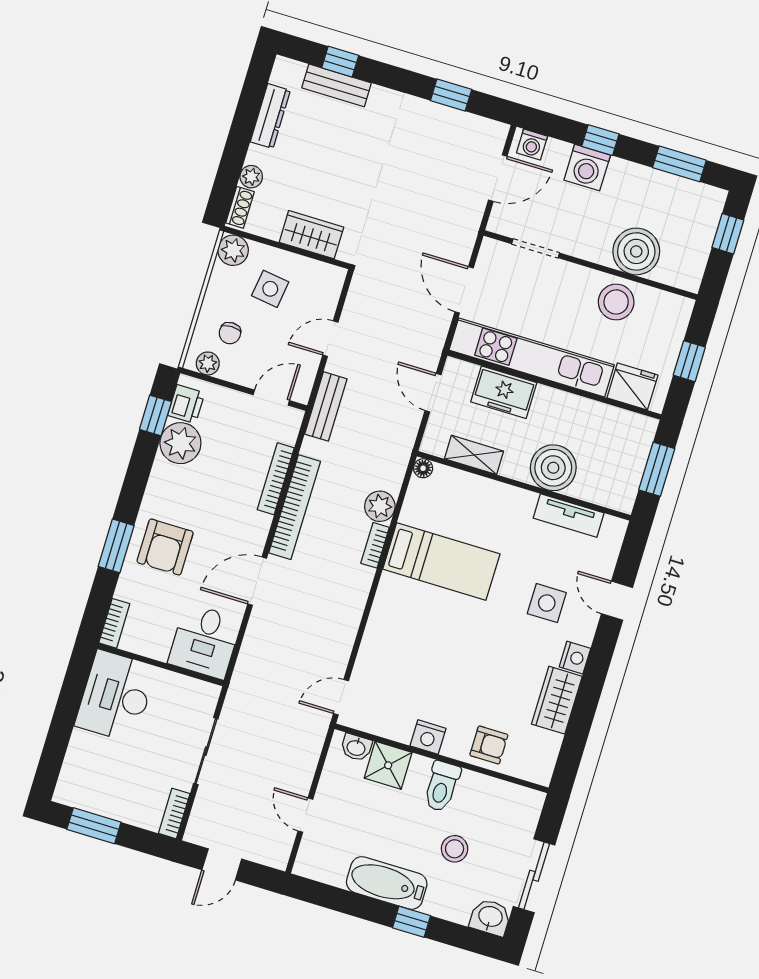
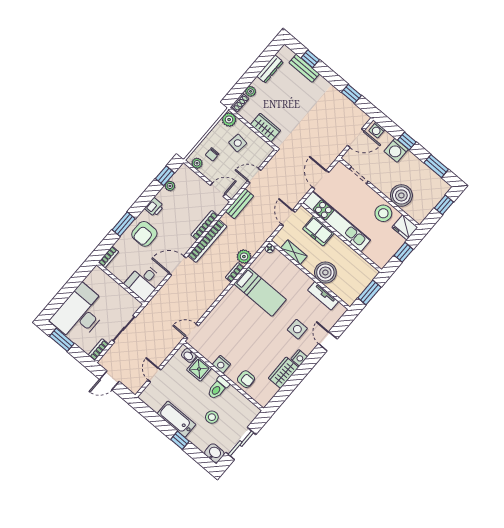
fridge: (632, 386) -> (405, 227), moved, turned 180
printer: (186, 404) -> (154, 207), moved
plant: (180, 443) -> (170, 186), width x0.53, depth x0.53
desk: (116, 696) -> (80, 314), moved, width x1.36, depth x1.30

